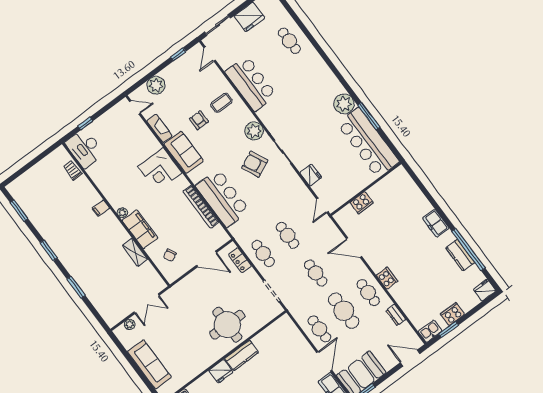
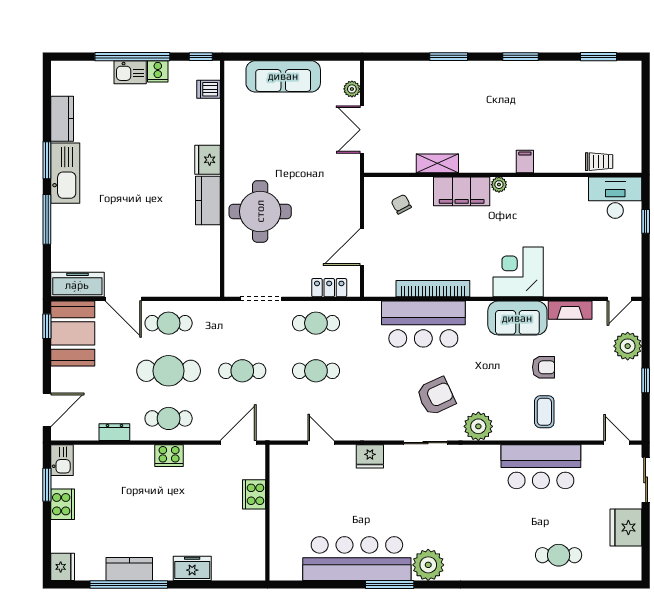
window: (178, 54) -> (646, 380), moved
wall: (366, 189) -> (267, 513), moved
cooker: (362, 203) -> (254, 494), moved

